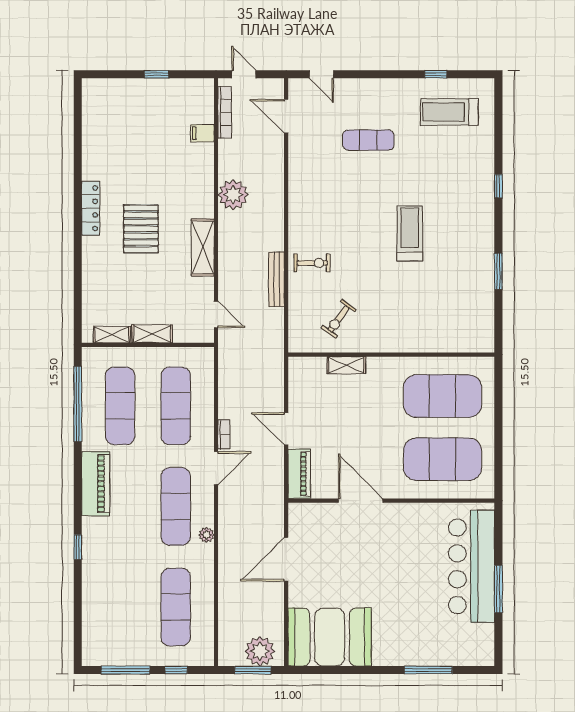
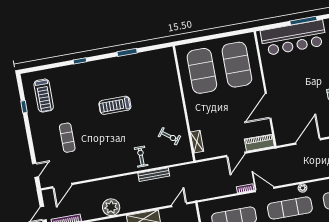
shelving: (346, 365) -> (197, 142), moved
door: (286, 559) -> (308, 141), swing flipped

